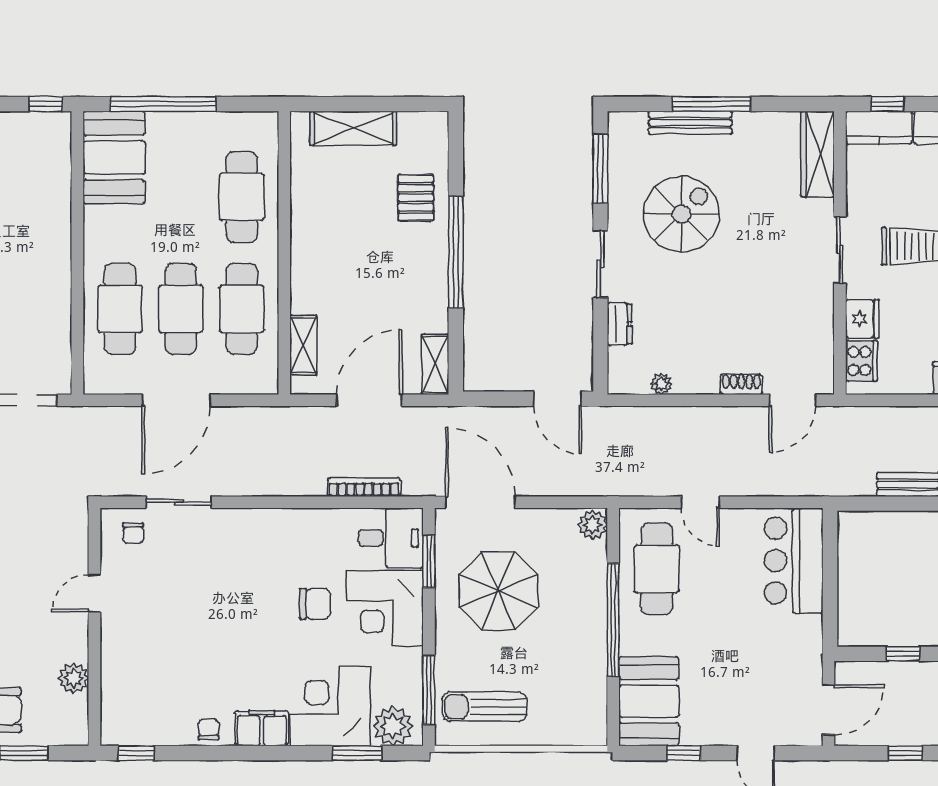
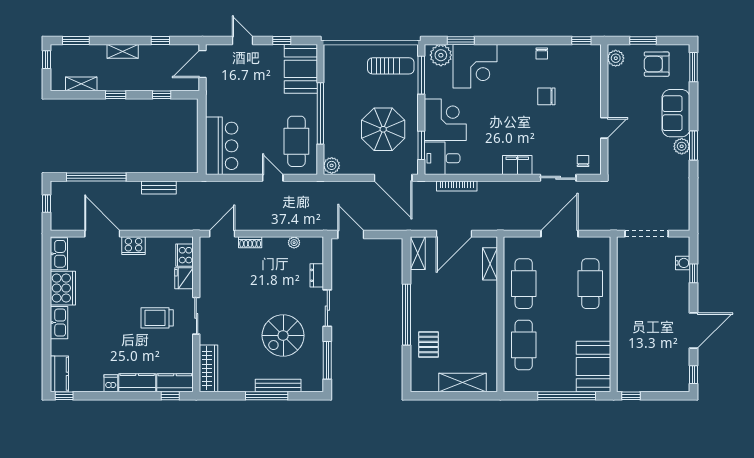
cafe table: (181, 309) -> (557, 284), removed
chair: (315, 604) -> (546, 96), moved
plant: (74, 678) -> (616, 58), moved
filing cabinet: (262, 728) -> (517, 165), moved, turned 180

